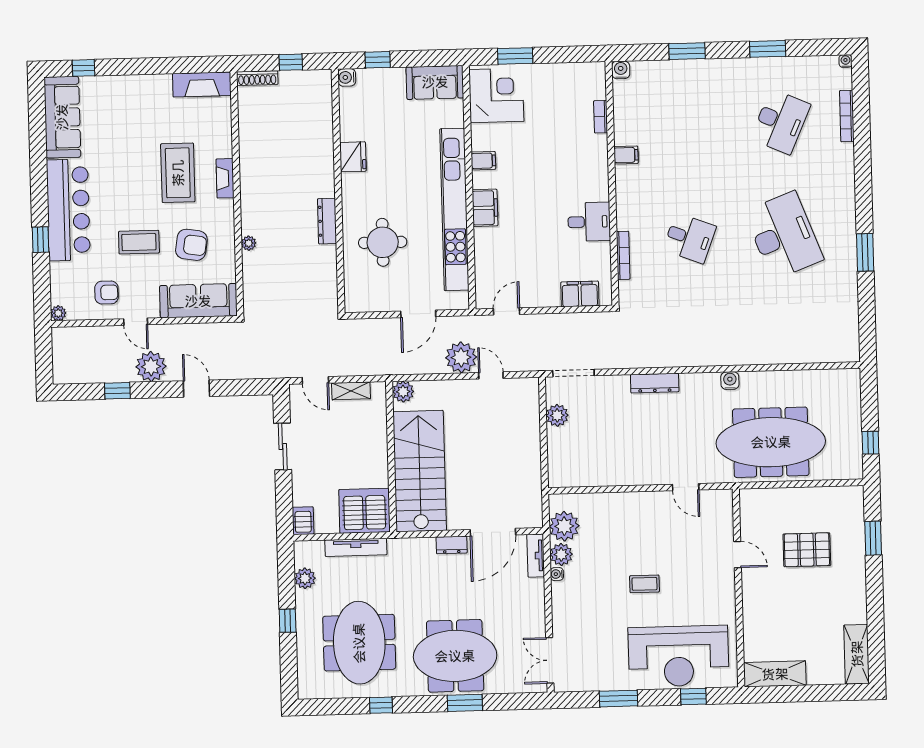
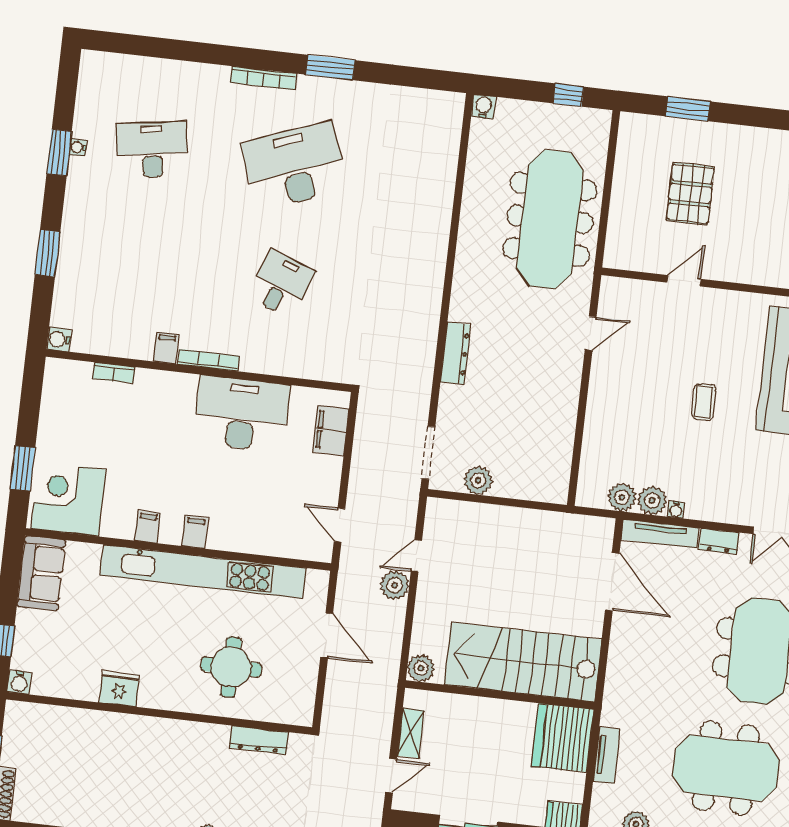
water cooler: (845, 61) -> (78, 147), moved
bookcase: (847, 116) -> (263, 78), moved
desk: (780, 122) -> (152, 150), turned -33
filing cabinet: (485, 208) -> (195, 532), width x0.50
dresser: (327, 221) -> (259, 740), moved
desk: (589, 222) -> (242, 414), width x1.87, depth x1.30
bookcase: (623, 255) -> (209, 360), moved
plant: (461, 357) -> (395, 585), width x0.73, depth x0.73
water cooler: (730, 381) -> (483, 107), moved, turned 90
plant: (564, 526) -> (622, 497), width x0.73, depth x0.73
dresser: (452, 545) -> (719, 541), moved, turned 90
tv unit: (356, 547) -> (607, 755), width x0.71
tv unit: (536, 556) -> (660, 534), width x1.41

